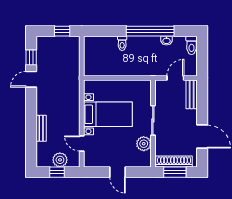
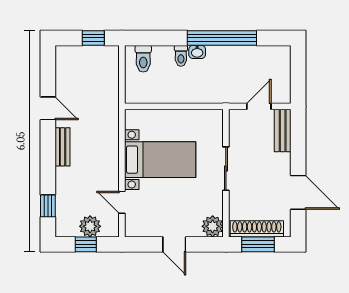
washbasin: (166, 41) -> (197, 52), moved
toilet: (192, 45) -> (143, 59), moved
window: (31, 57) -> (48, 206), moved
door: (31, 79) -> (48, 108), swing flipped
bench: (41, 128) -> (63, 147), moved
plant: (144, 144) -> (213, 226), moved

